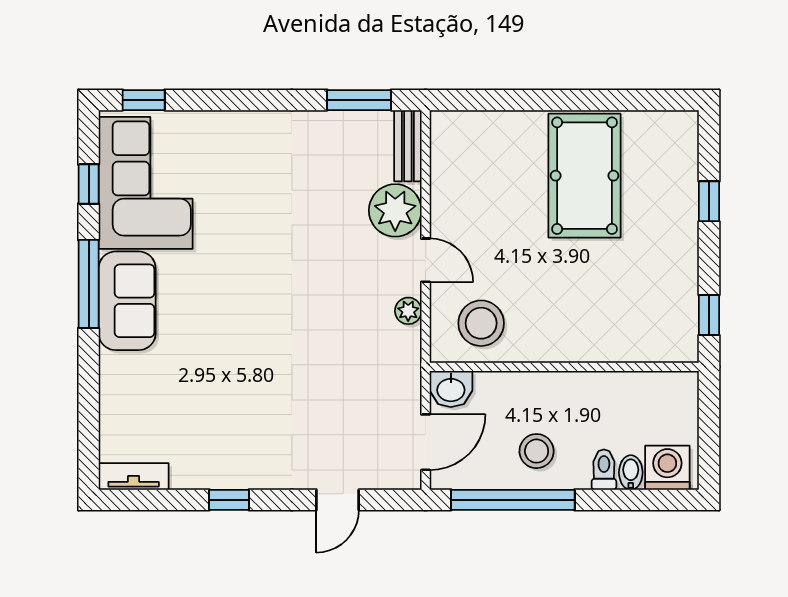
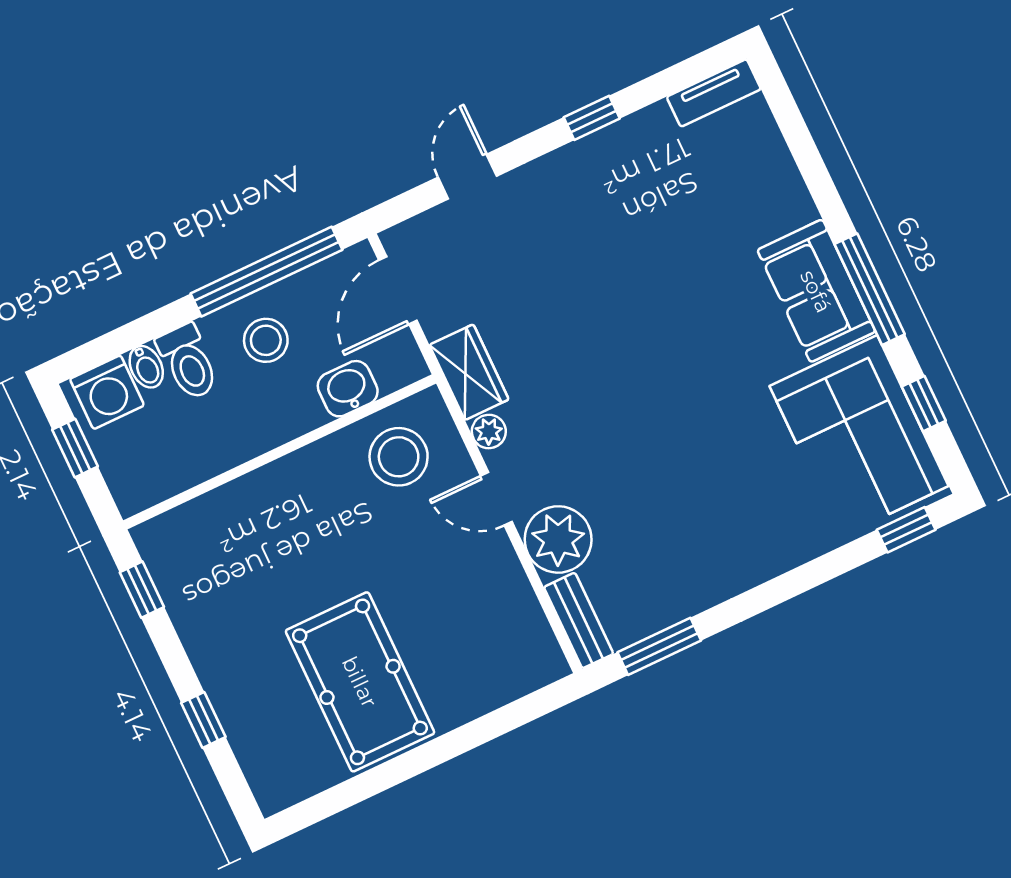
wardrobe: (402, 360) -> (469, 372), added
washbasin: (451, 389) -> (348, 389), moved
window: (709, 439) -> (75, 448), added
toilet: (604, 470) -> (188, 362), width x1.37, depth x1.39

